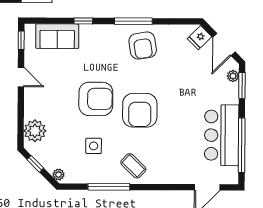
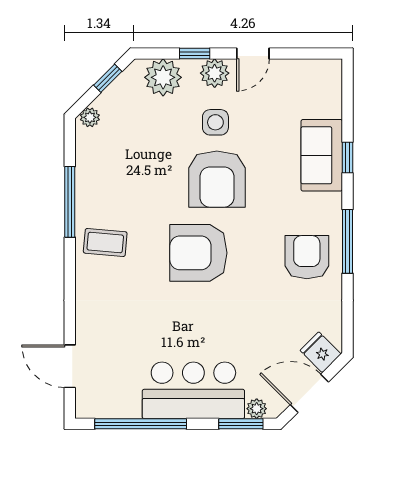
sofa: (57, 36) -> (322, 155), moved
window: (21, 40) -> (195, 54), moved
armchair: (143, 46) -> (307, 257), turned 99
plant: (33, 100) -> (215, 73), added
bar counter: (222, 135) -> (193, 390), moved
side table: (94, 146) -> (215, 122), moved
coffee table: (133, 166) -> (105, 242), turned 51

